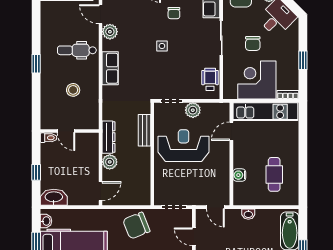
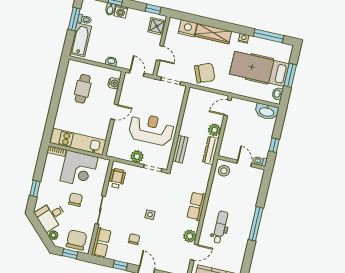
door: (100, 14) -> (194, 252), hinge flipped
dental chair: (77, 50) -> (220, 227), turned -90
window: (303, 60) -> (35, 188), moved
window: (36, 64) -> (256, 224), width x2.17
wheelchair: (210, 79) -> (117, 178), turned 180
stool: (73, 90) -> (224, 171), moved
door: (231, 131) -> (114, 112), moved
reception desk: (184, 146) -> (151, 129), turned 180
window: (36, 172) -> (274, 145), moved
water cooler: (239, 175) -> (114, 83), moved

